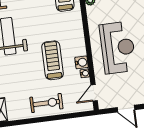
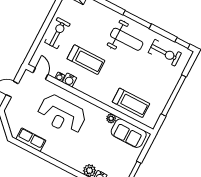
exercise bike: (46, 103) -> (57, 33), turned 180

